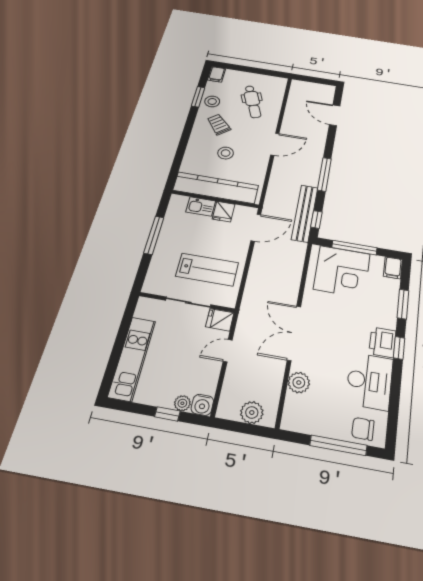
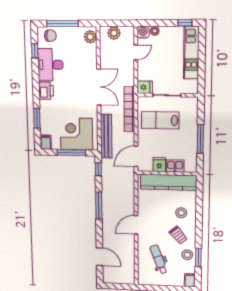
stool: (226, 153) -> (181, 213), moved
bench: (305, 213) -> (106, 136), moved
bookcase: (251, 293) -> (129, 109), added
window: (399, 348) -> (35, 51), moved
door: (228, 351) -> (136, 52), moved
plant: (299, 383) -> (90, 37), moved
window: (167, 414) -> (185, 23), moved

